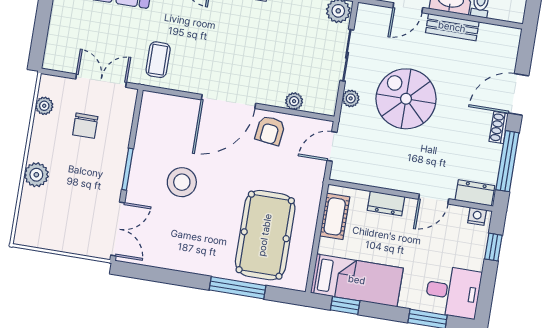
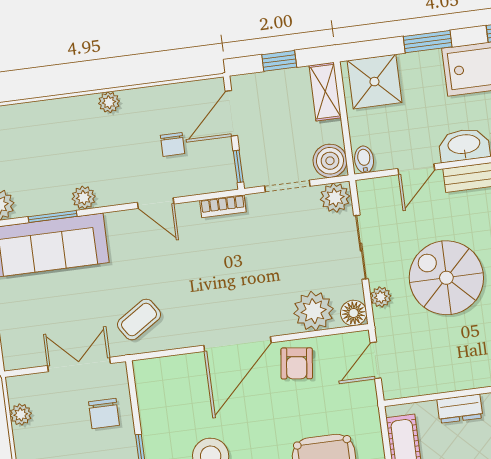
coffee table: (158, 60) -> (139, 319), turned 57
plant: (294, 101) -> (314, 311), width x1.88, depth x1.88
floor lamp: (326, 105) -> (354, 313), added
chair: (85, 126) -> (104, 413), moved

